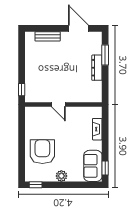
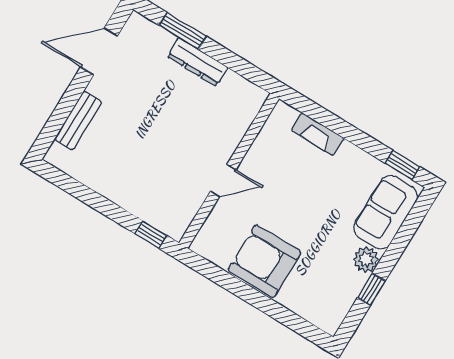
armchair: (42, 152) -> (265, 261), moved
sofa: (93, 166) -> (386, 212), moved, turned 90
window: (36, 185) -> (371, 289), moved

